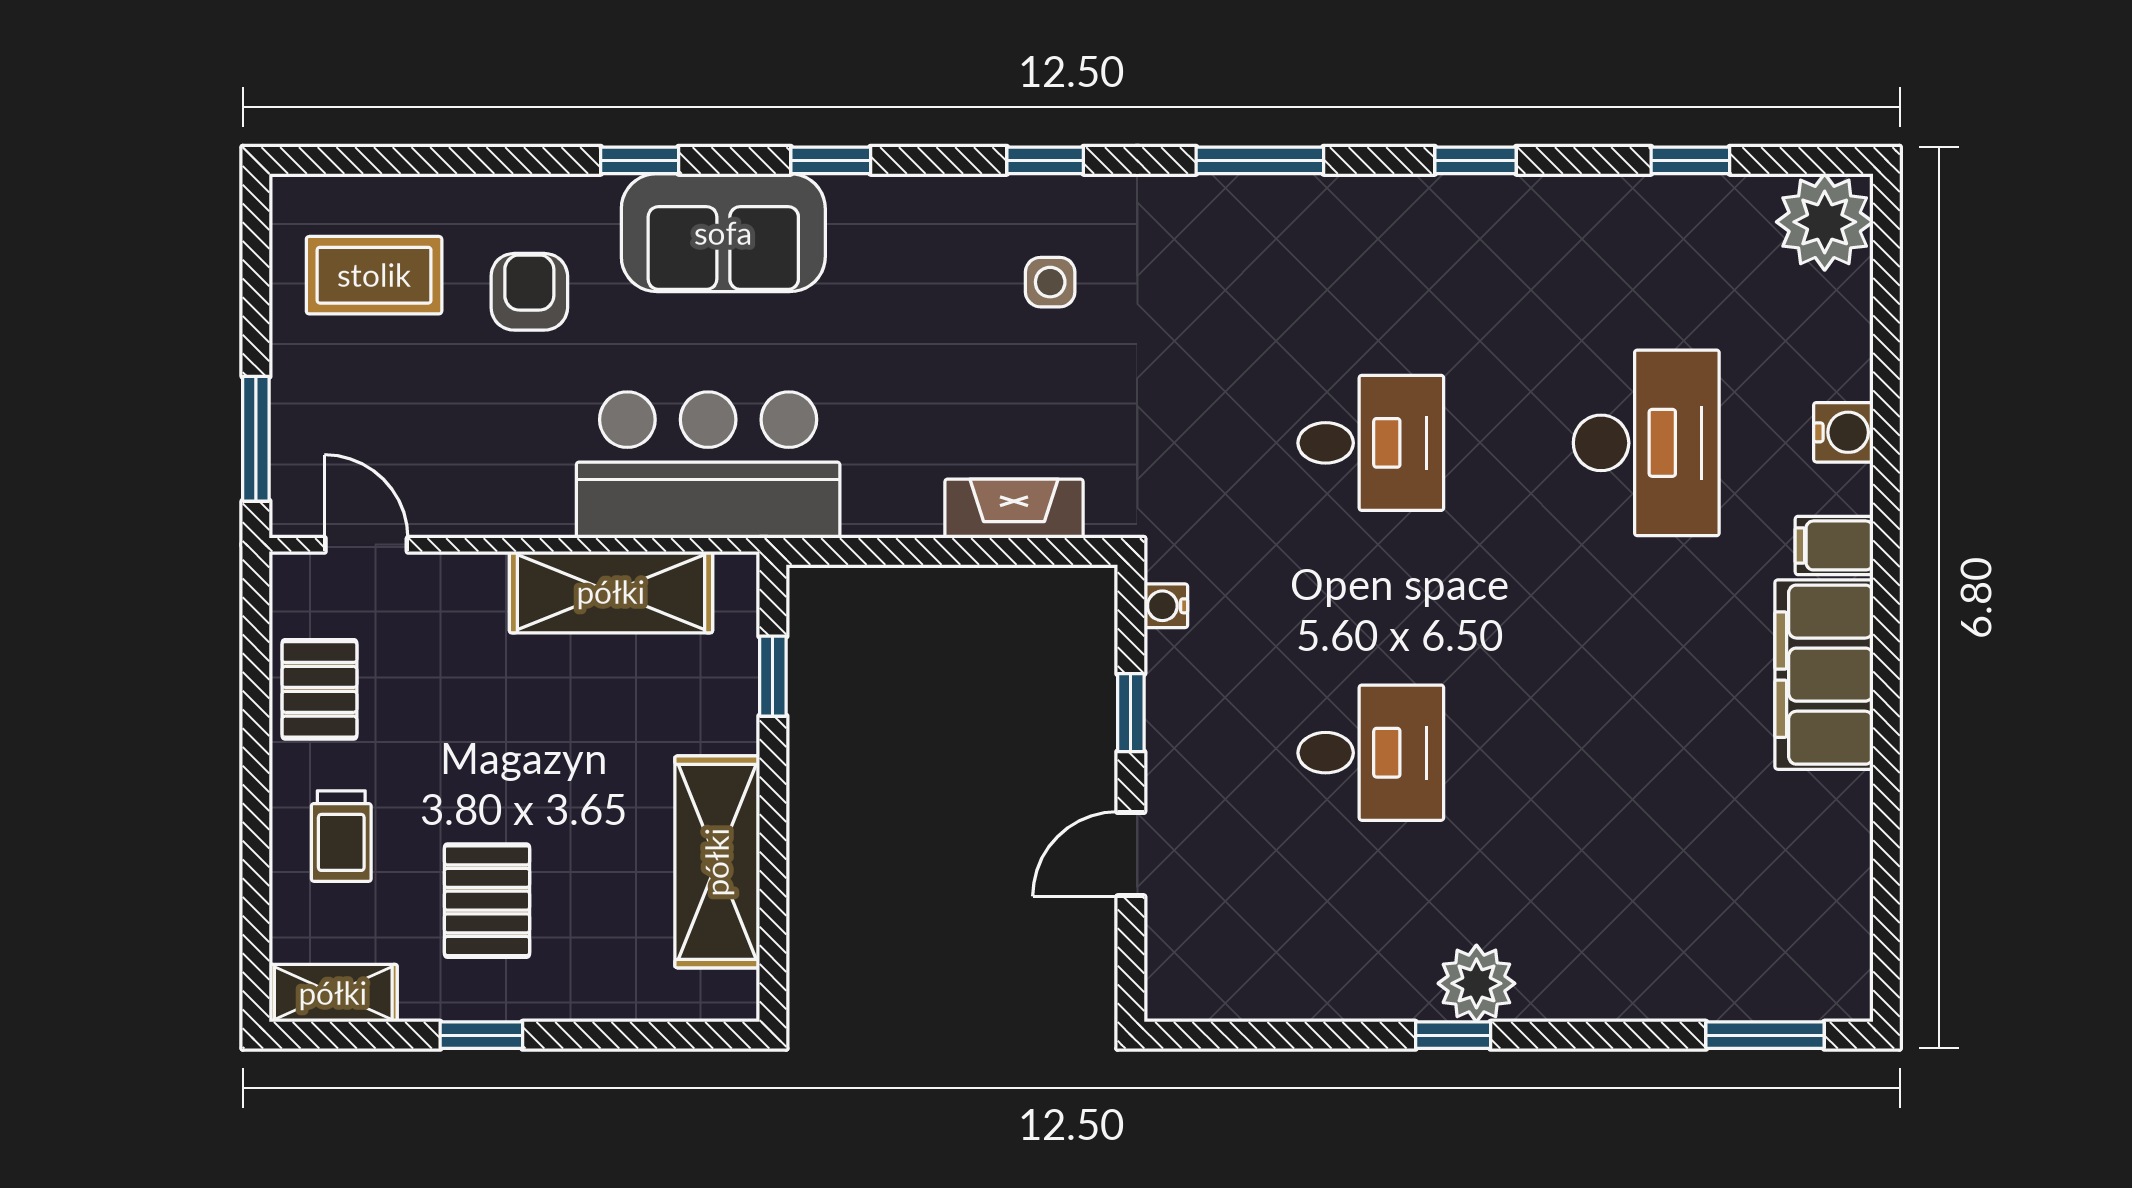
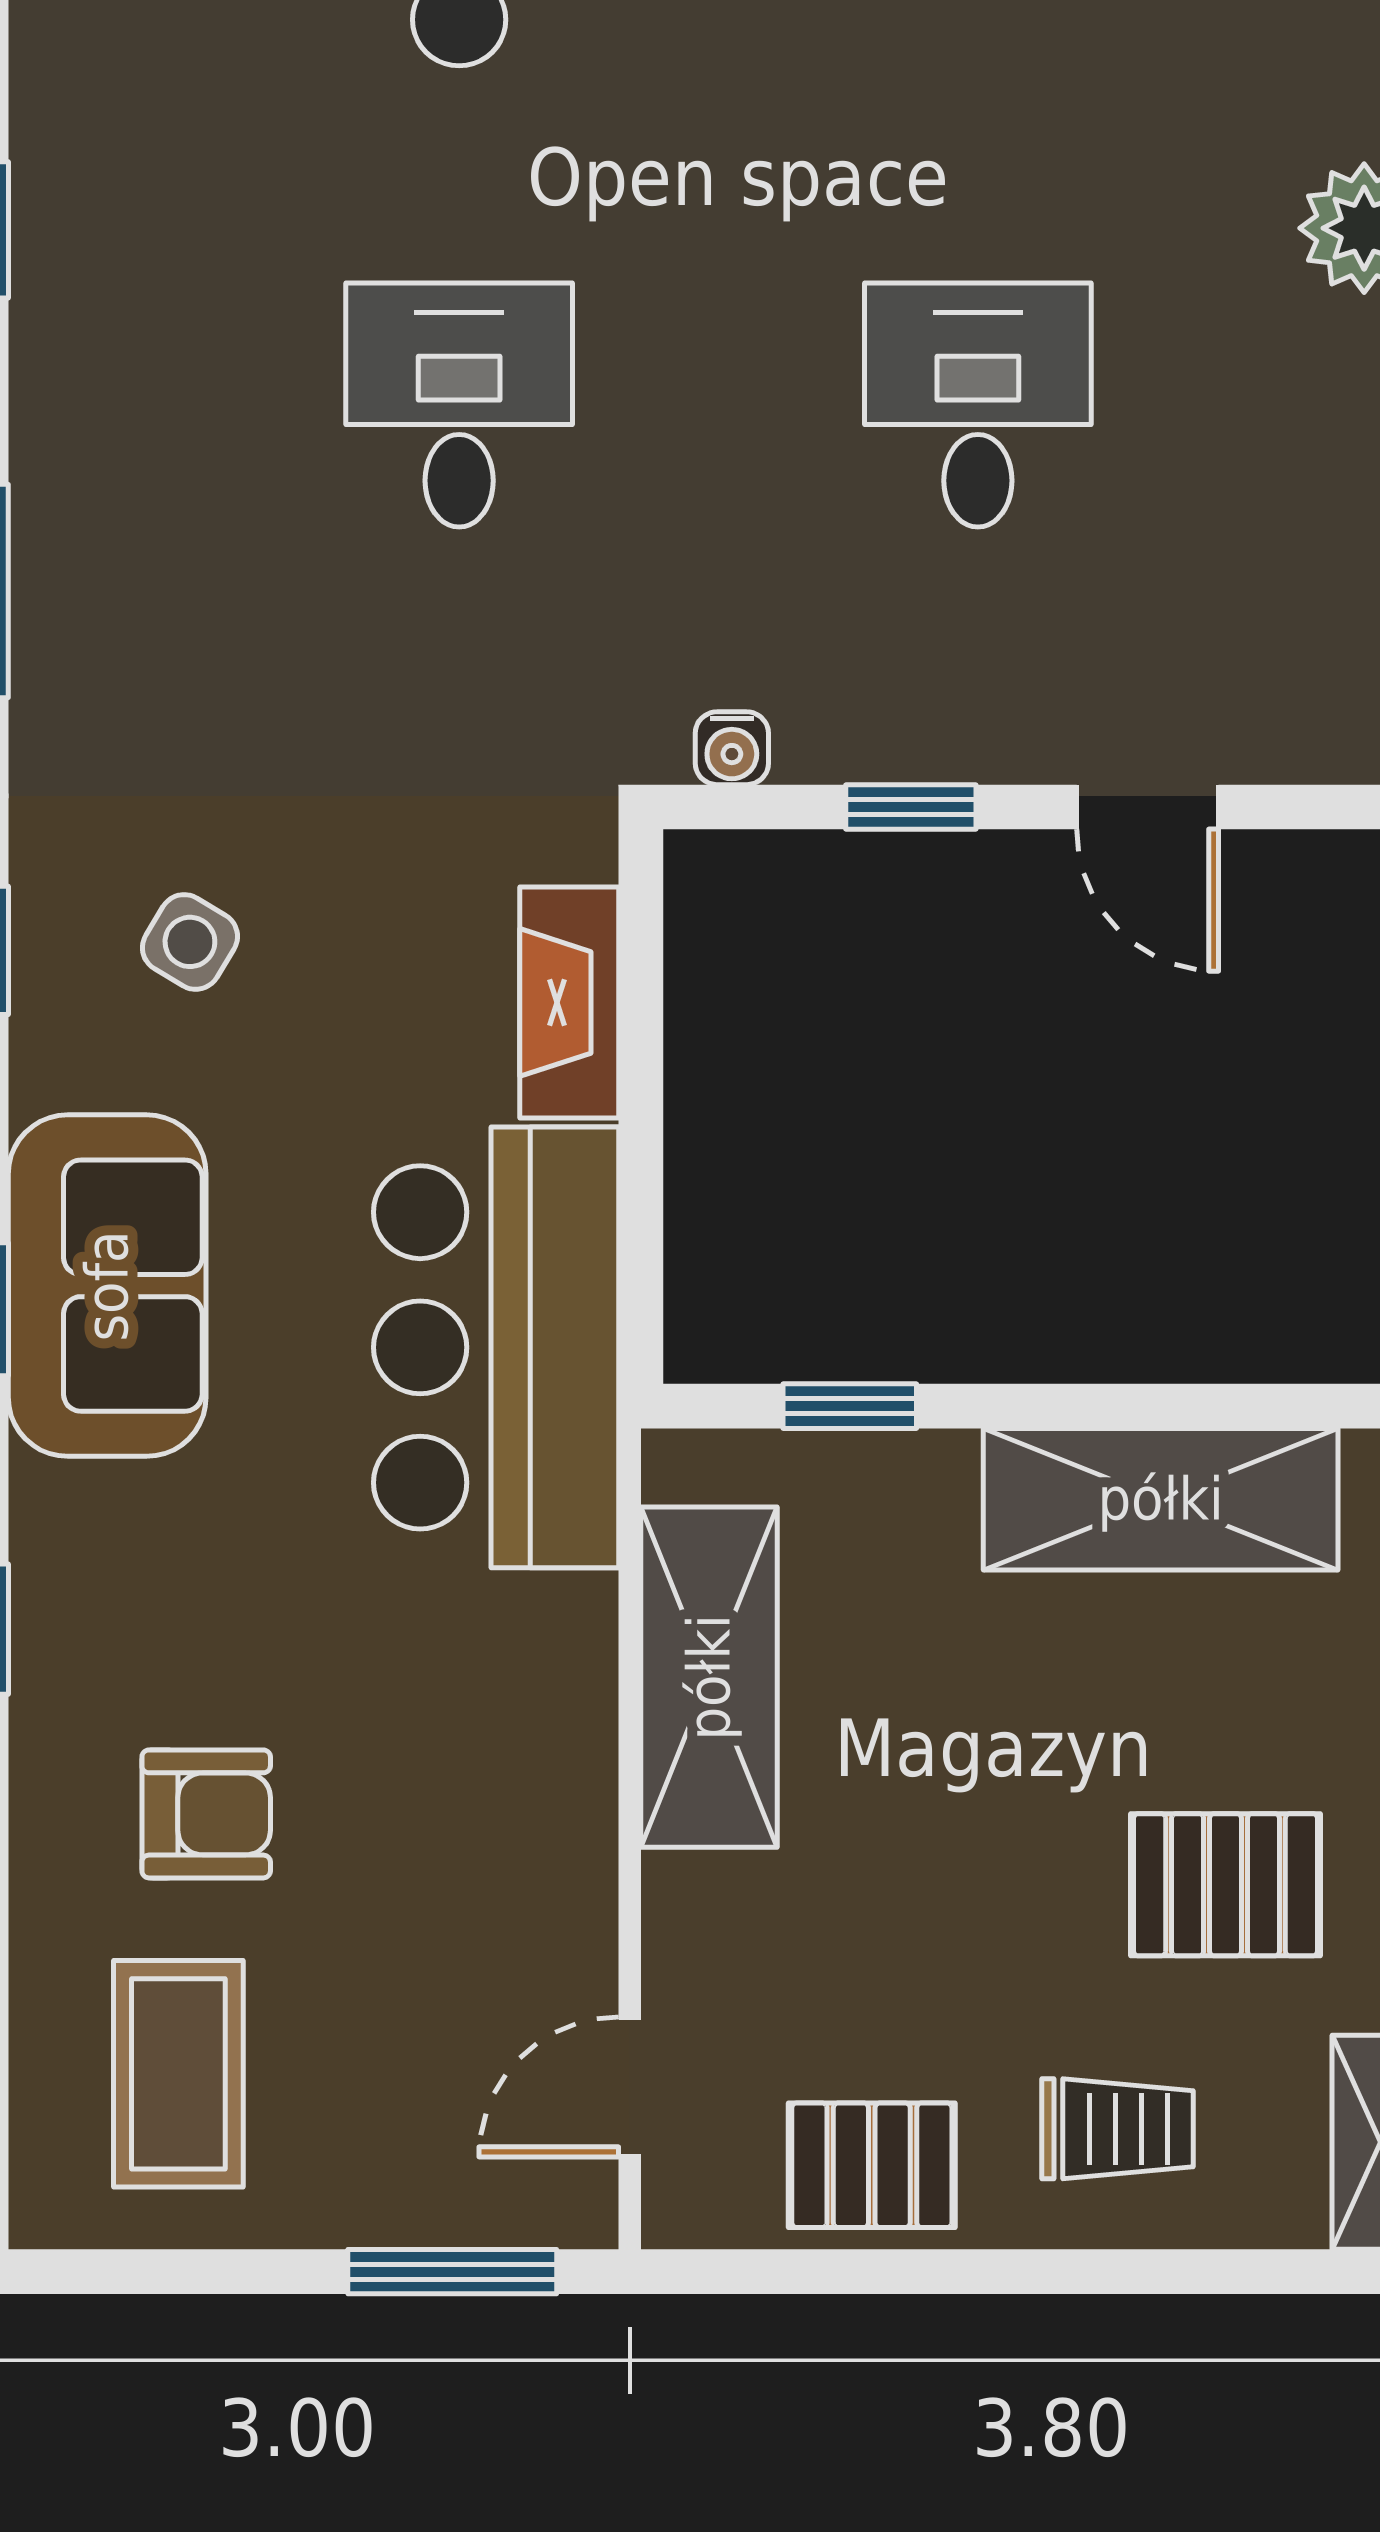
sofa: (723, 233) -> (107, 1286), moved
side table: (1050, 282) -> (190, 942), turned 31
armchair: (529, 292) -> (206, 1814), turned 180
bar counter: (708, 465) -> (496, 1347), moved

